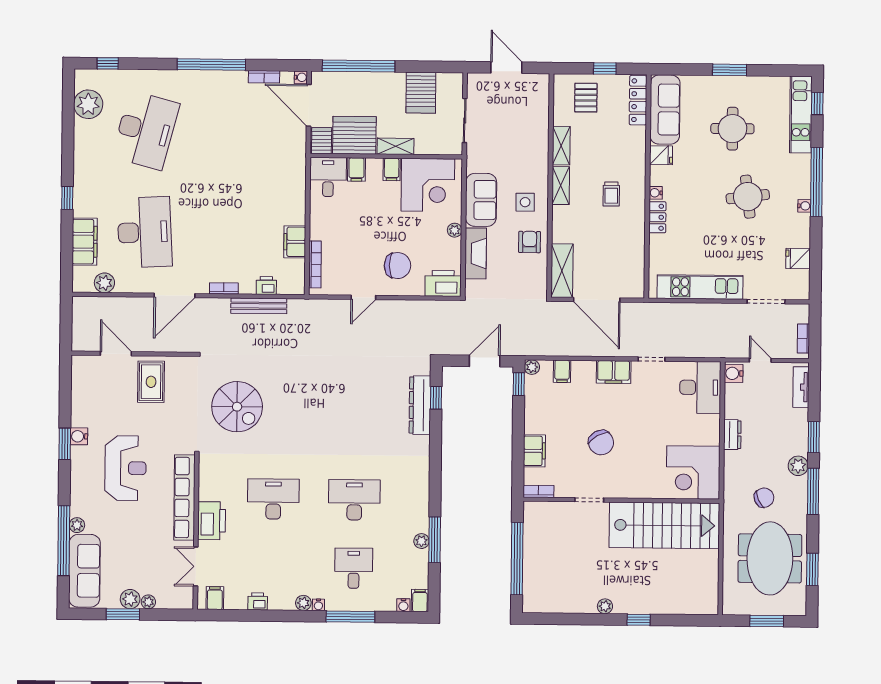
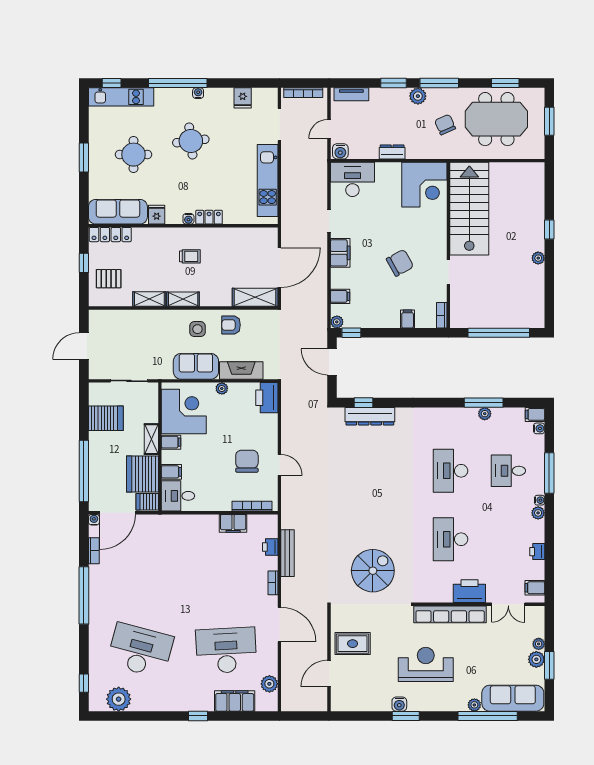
chair: (397, 266) -> (247, 461), moved
bookcase: (803, 339) -> (303, 93), width x1.56
filing cabinet: (534, 451) -> (408, 319), width x0.50

